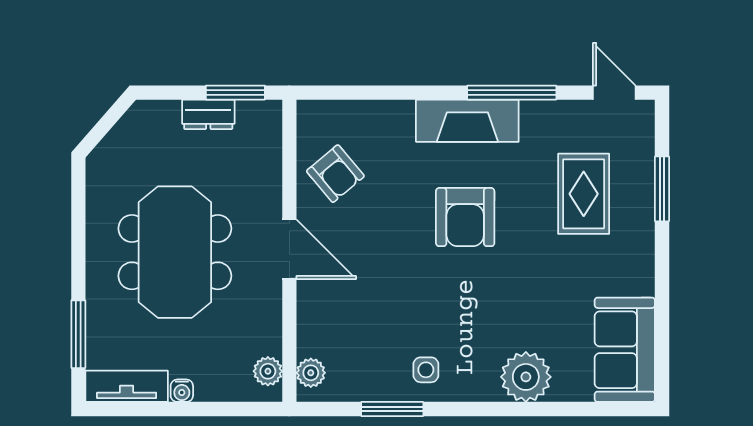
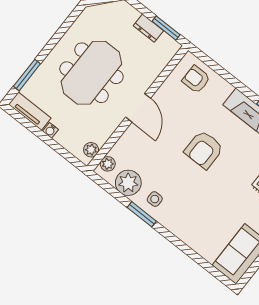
armchair: (335, 174) -> (196, 79), moved, turned 130
armchair: (465, 217) -> (204, 150), moved
plant: (526, 377) -> (128, 183), moved
window: (392, 409) -> (142, 214), moved

